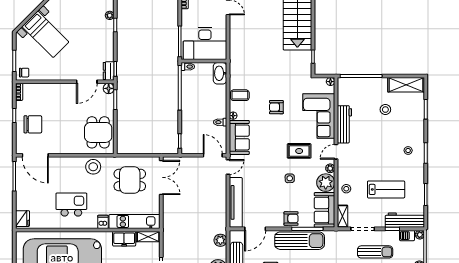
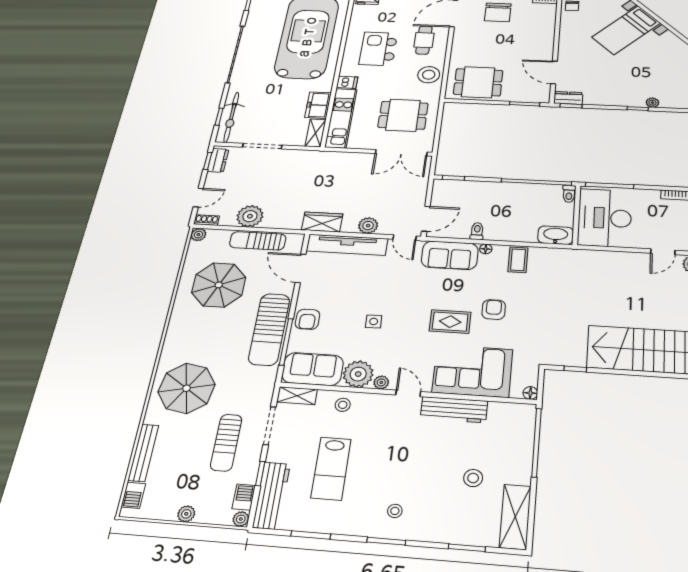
floor lamp: (109, 88) -> (542, 97), removed
rug: (299, 151) -> (450, 322), moved, turned 90
cafe table: (62, 174) -> (424, 40), added
dining table: (130, 180) -> (403, 115), turned 90
kitchen island: (71, 205) -> (378, 49), turned 180
wardrobe: (220, 221) -> (322, 222), added
plant: (220, 240) -> (368, 226), moved

